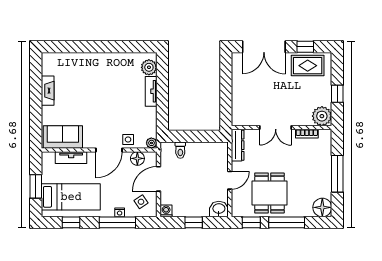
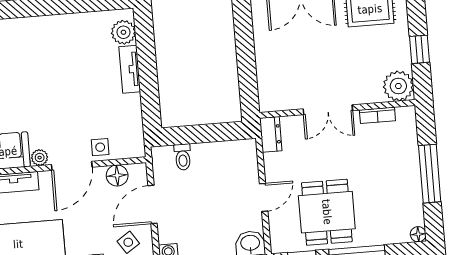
plant: (151, 143) -> (40, 158), moved
dresser: (238, 145) -> (271, 134), width x0.70
floor lamp: (322, 207) -> (418, 234), width x0.53, depth x0.53

